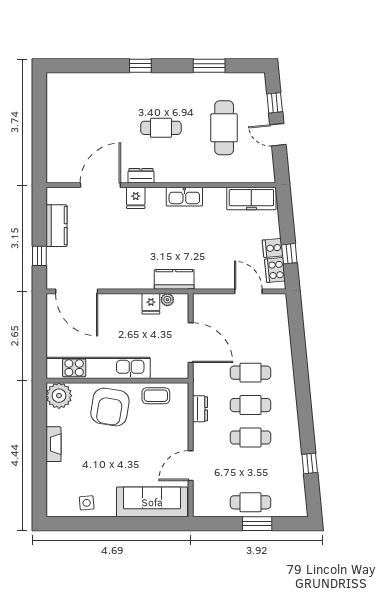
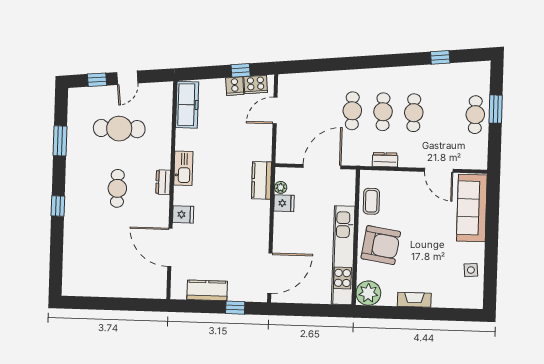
dresser: (141, 176) -> (163, 182), moved

